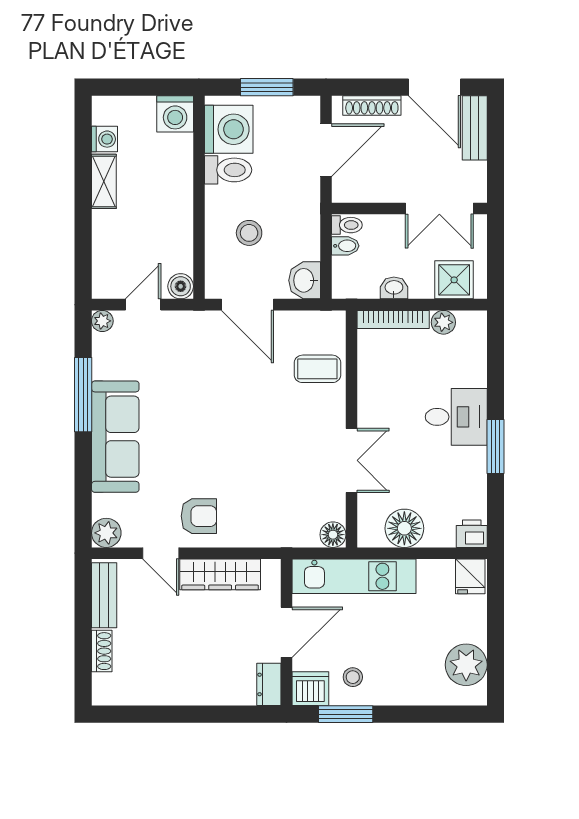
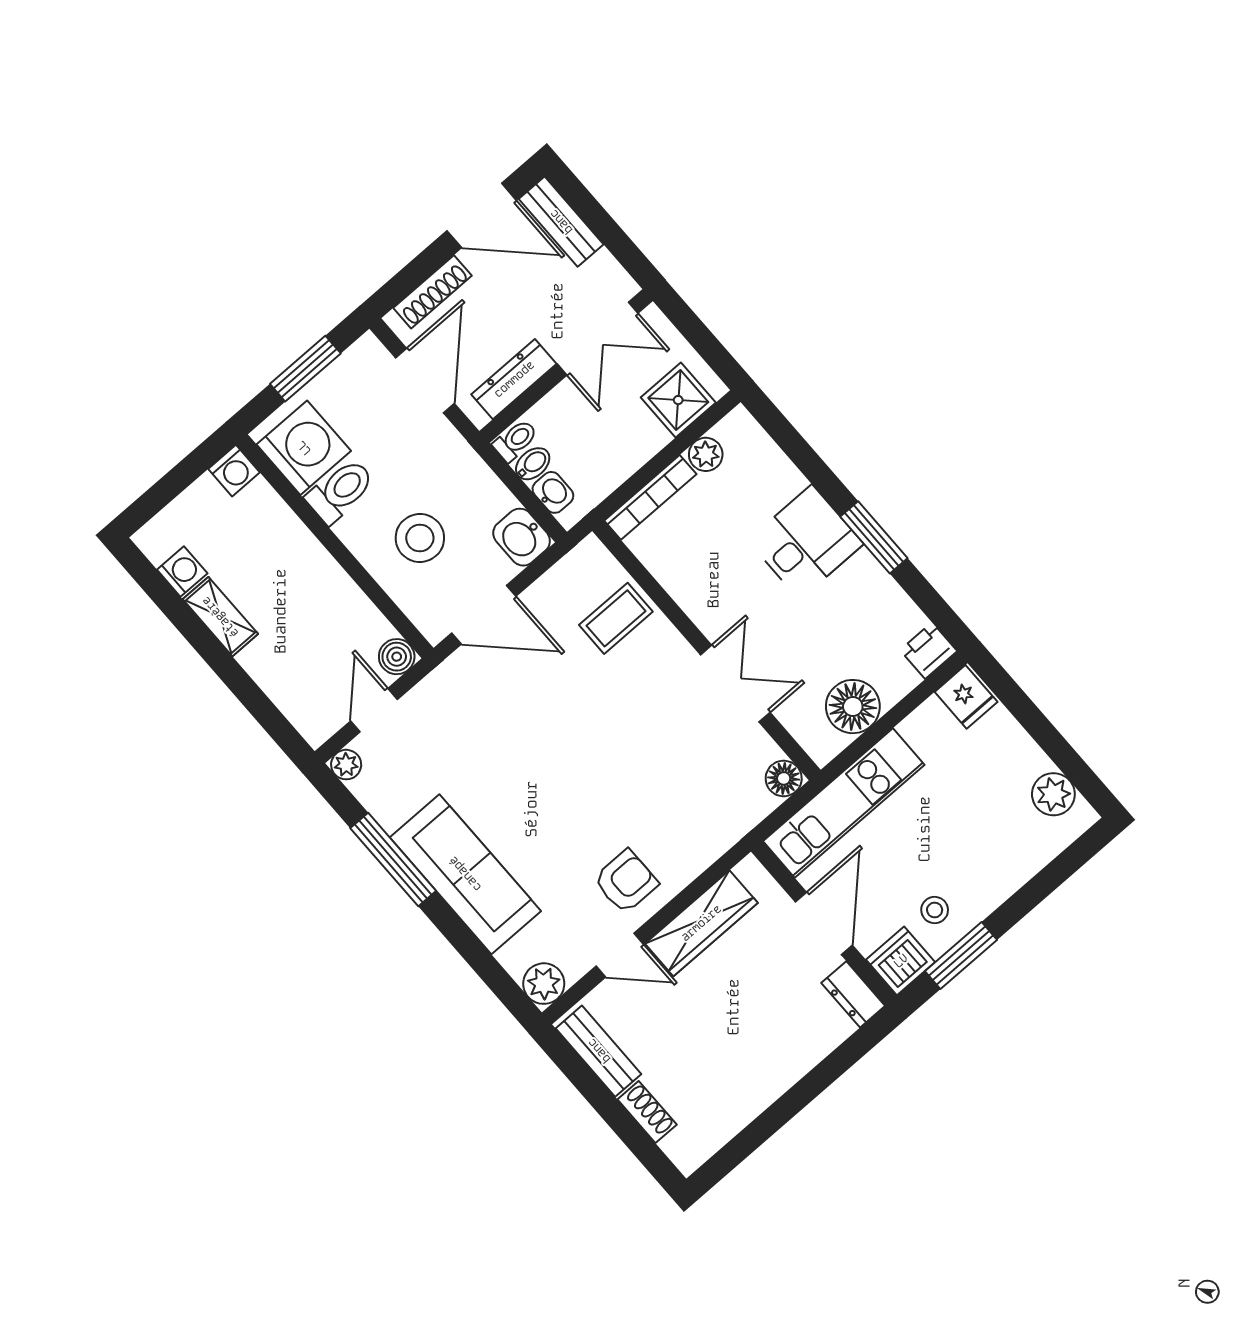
washing machine: (175, 114) -> (234, 471), width x0.73, depth x0.73
dresser: (375, 191) -> (514, 379), added
stool: (249, 233) -> (420, 538), width x1.38, depth x1.38
washbasin: (394, 288) -> (553, 492), moved, turned 90
plant: (466, 665) -> (1053, 794), width x0.73, depth x0.73

